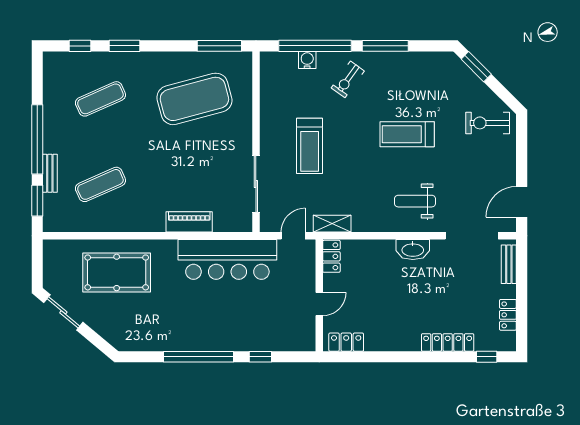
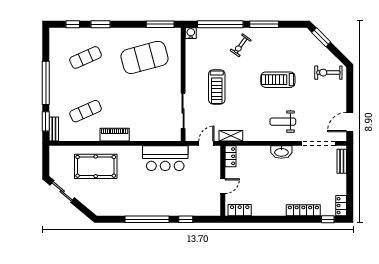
water cooler: (307, 60) -> (191, 33), moved
bench: (50, 173) -> (54, 129), moved
piano: (189, 222) -> (115, 135), moved
bar counter: (227, 259) -> (165, 158), width x0.73
locker: (508, 315) -> (341, 206), moved

